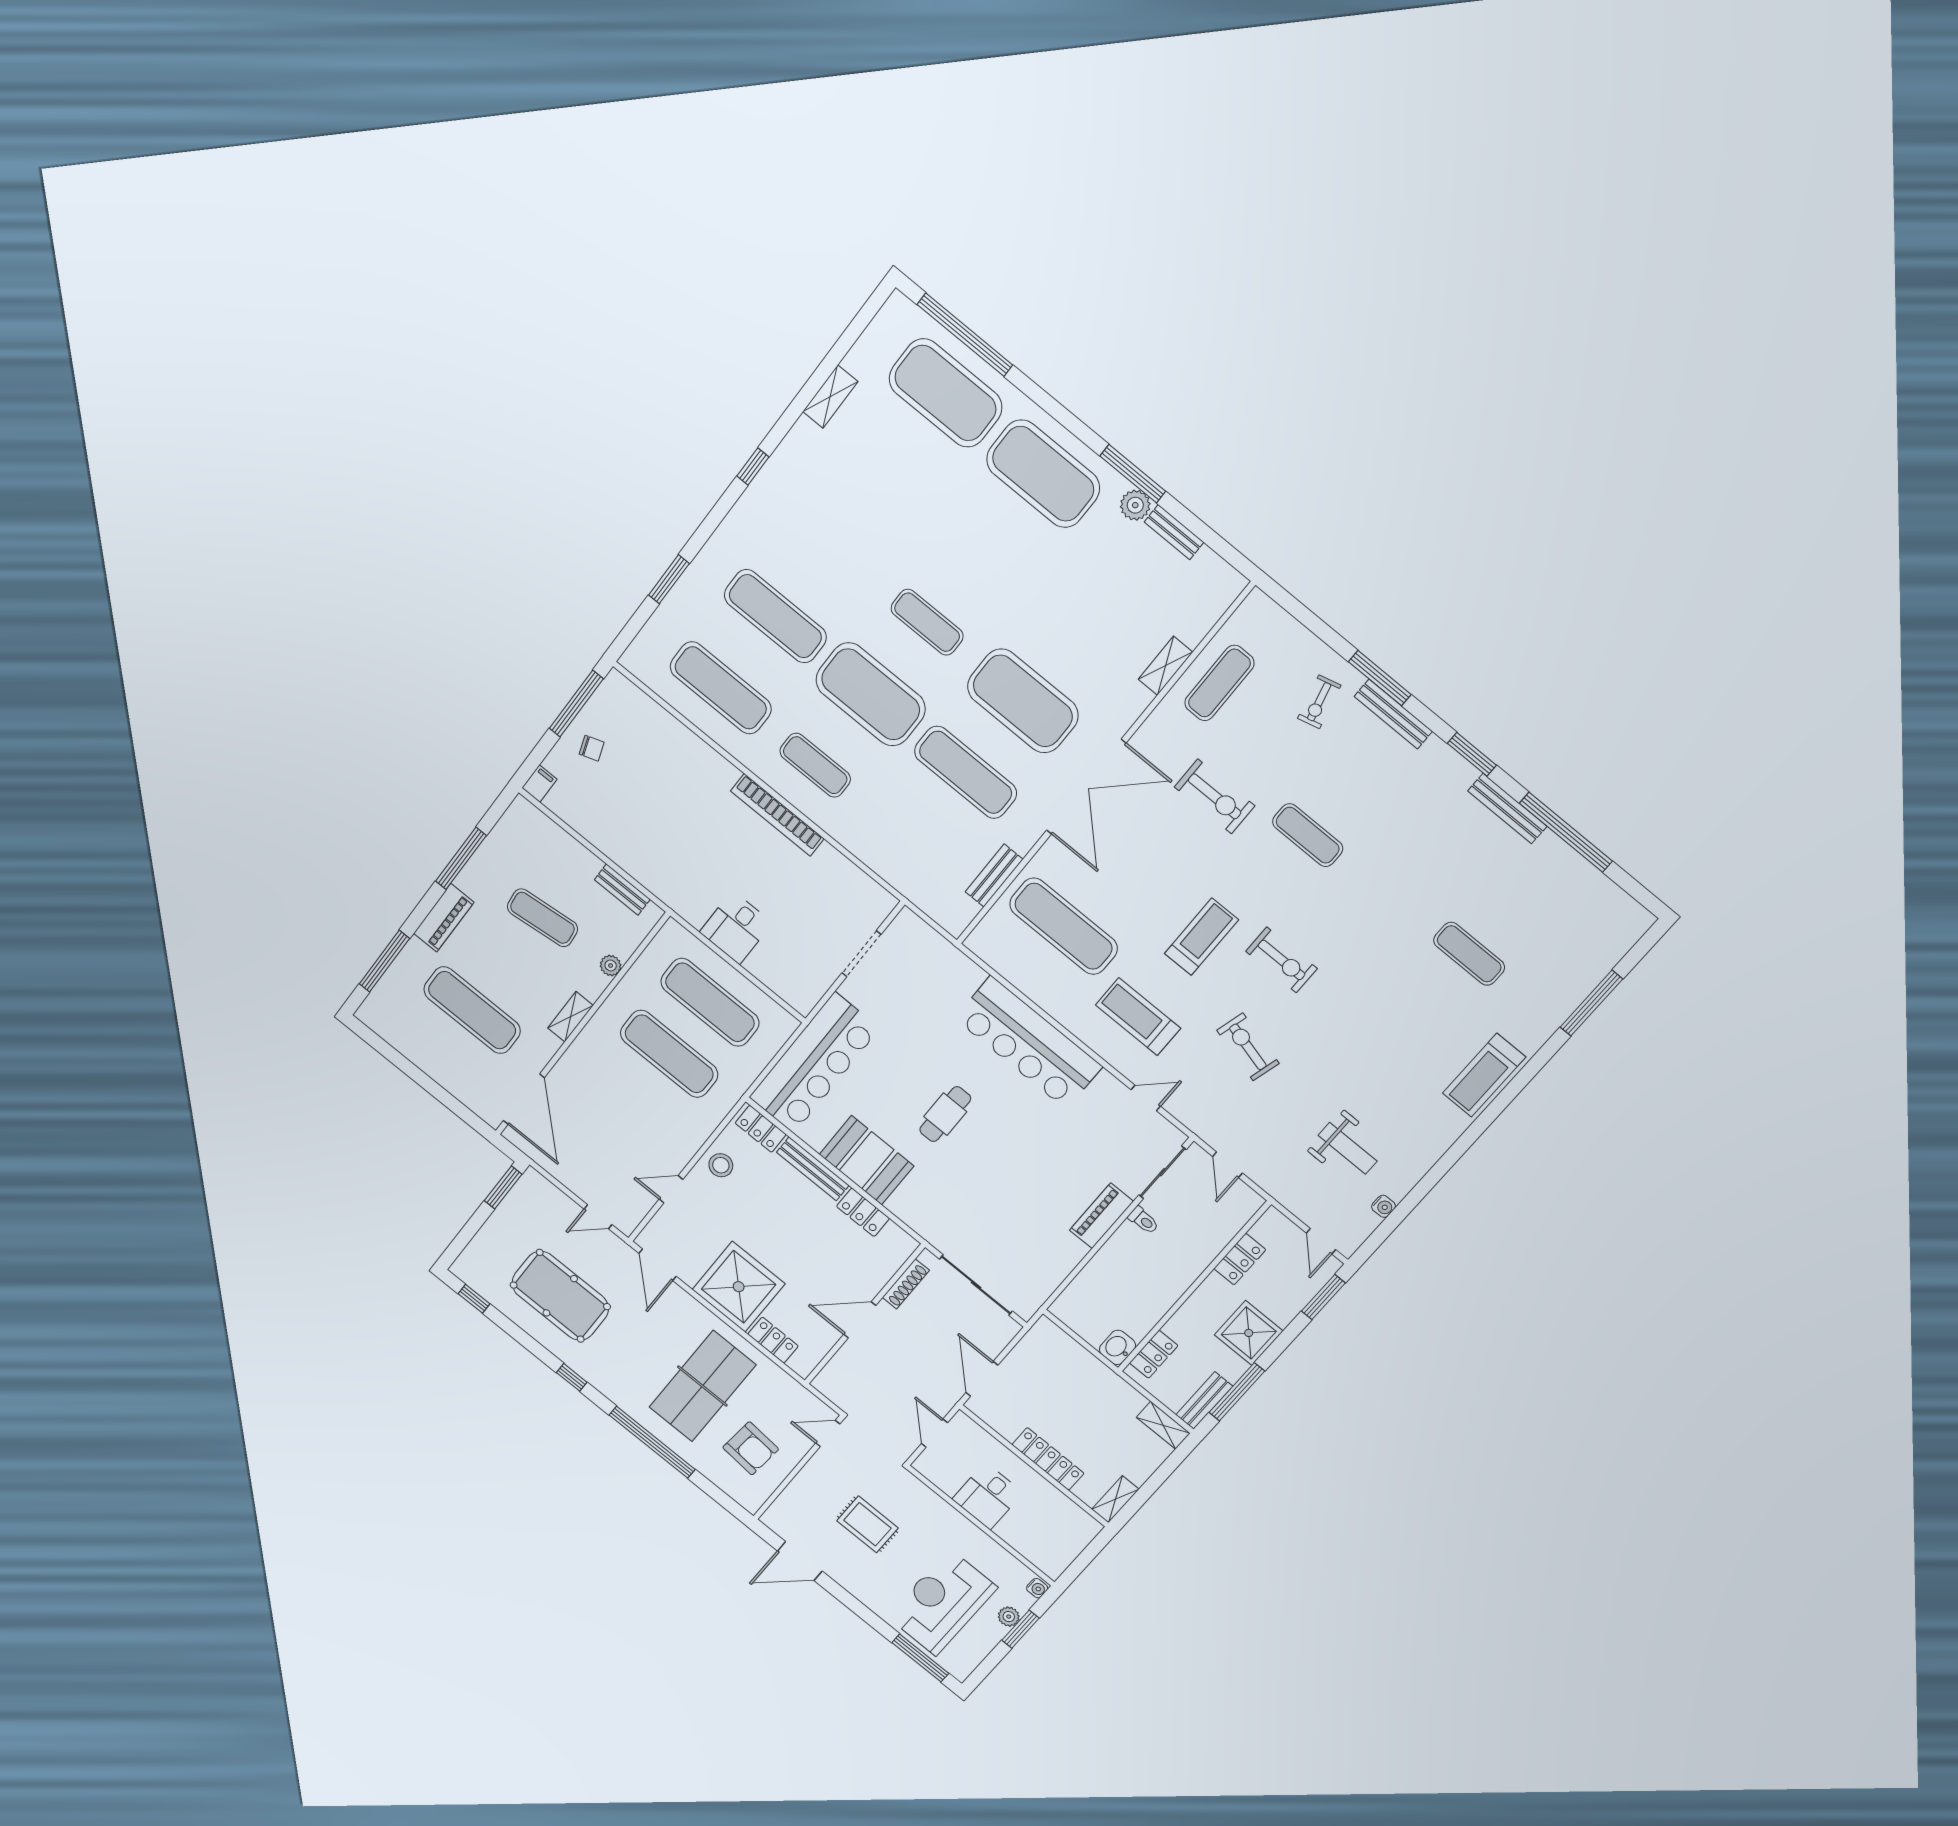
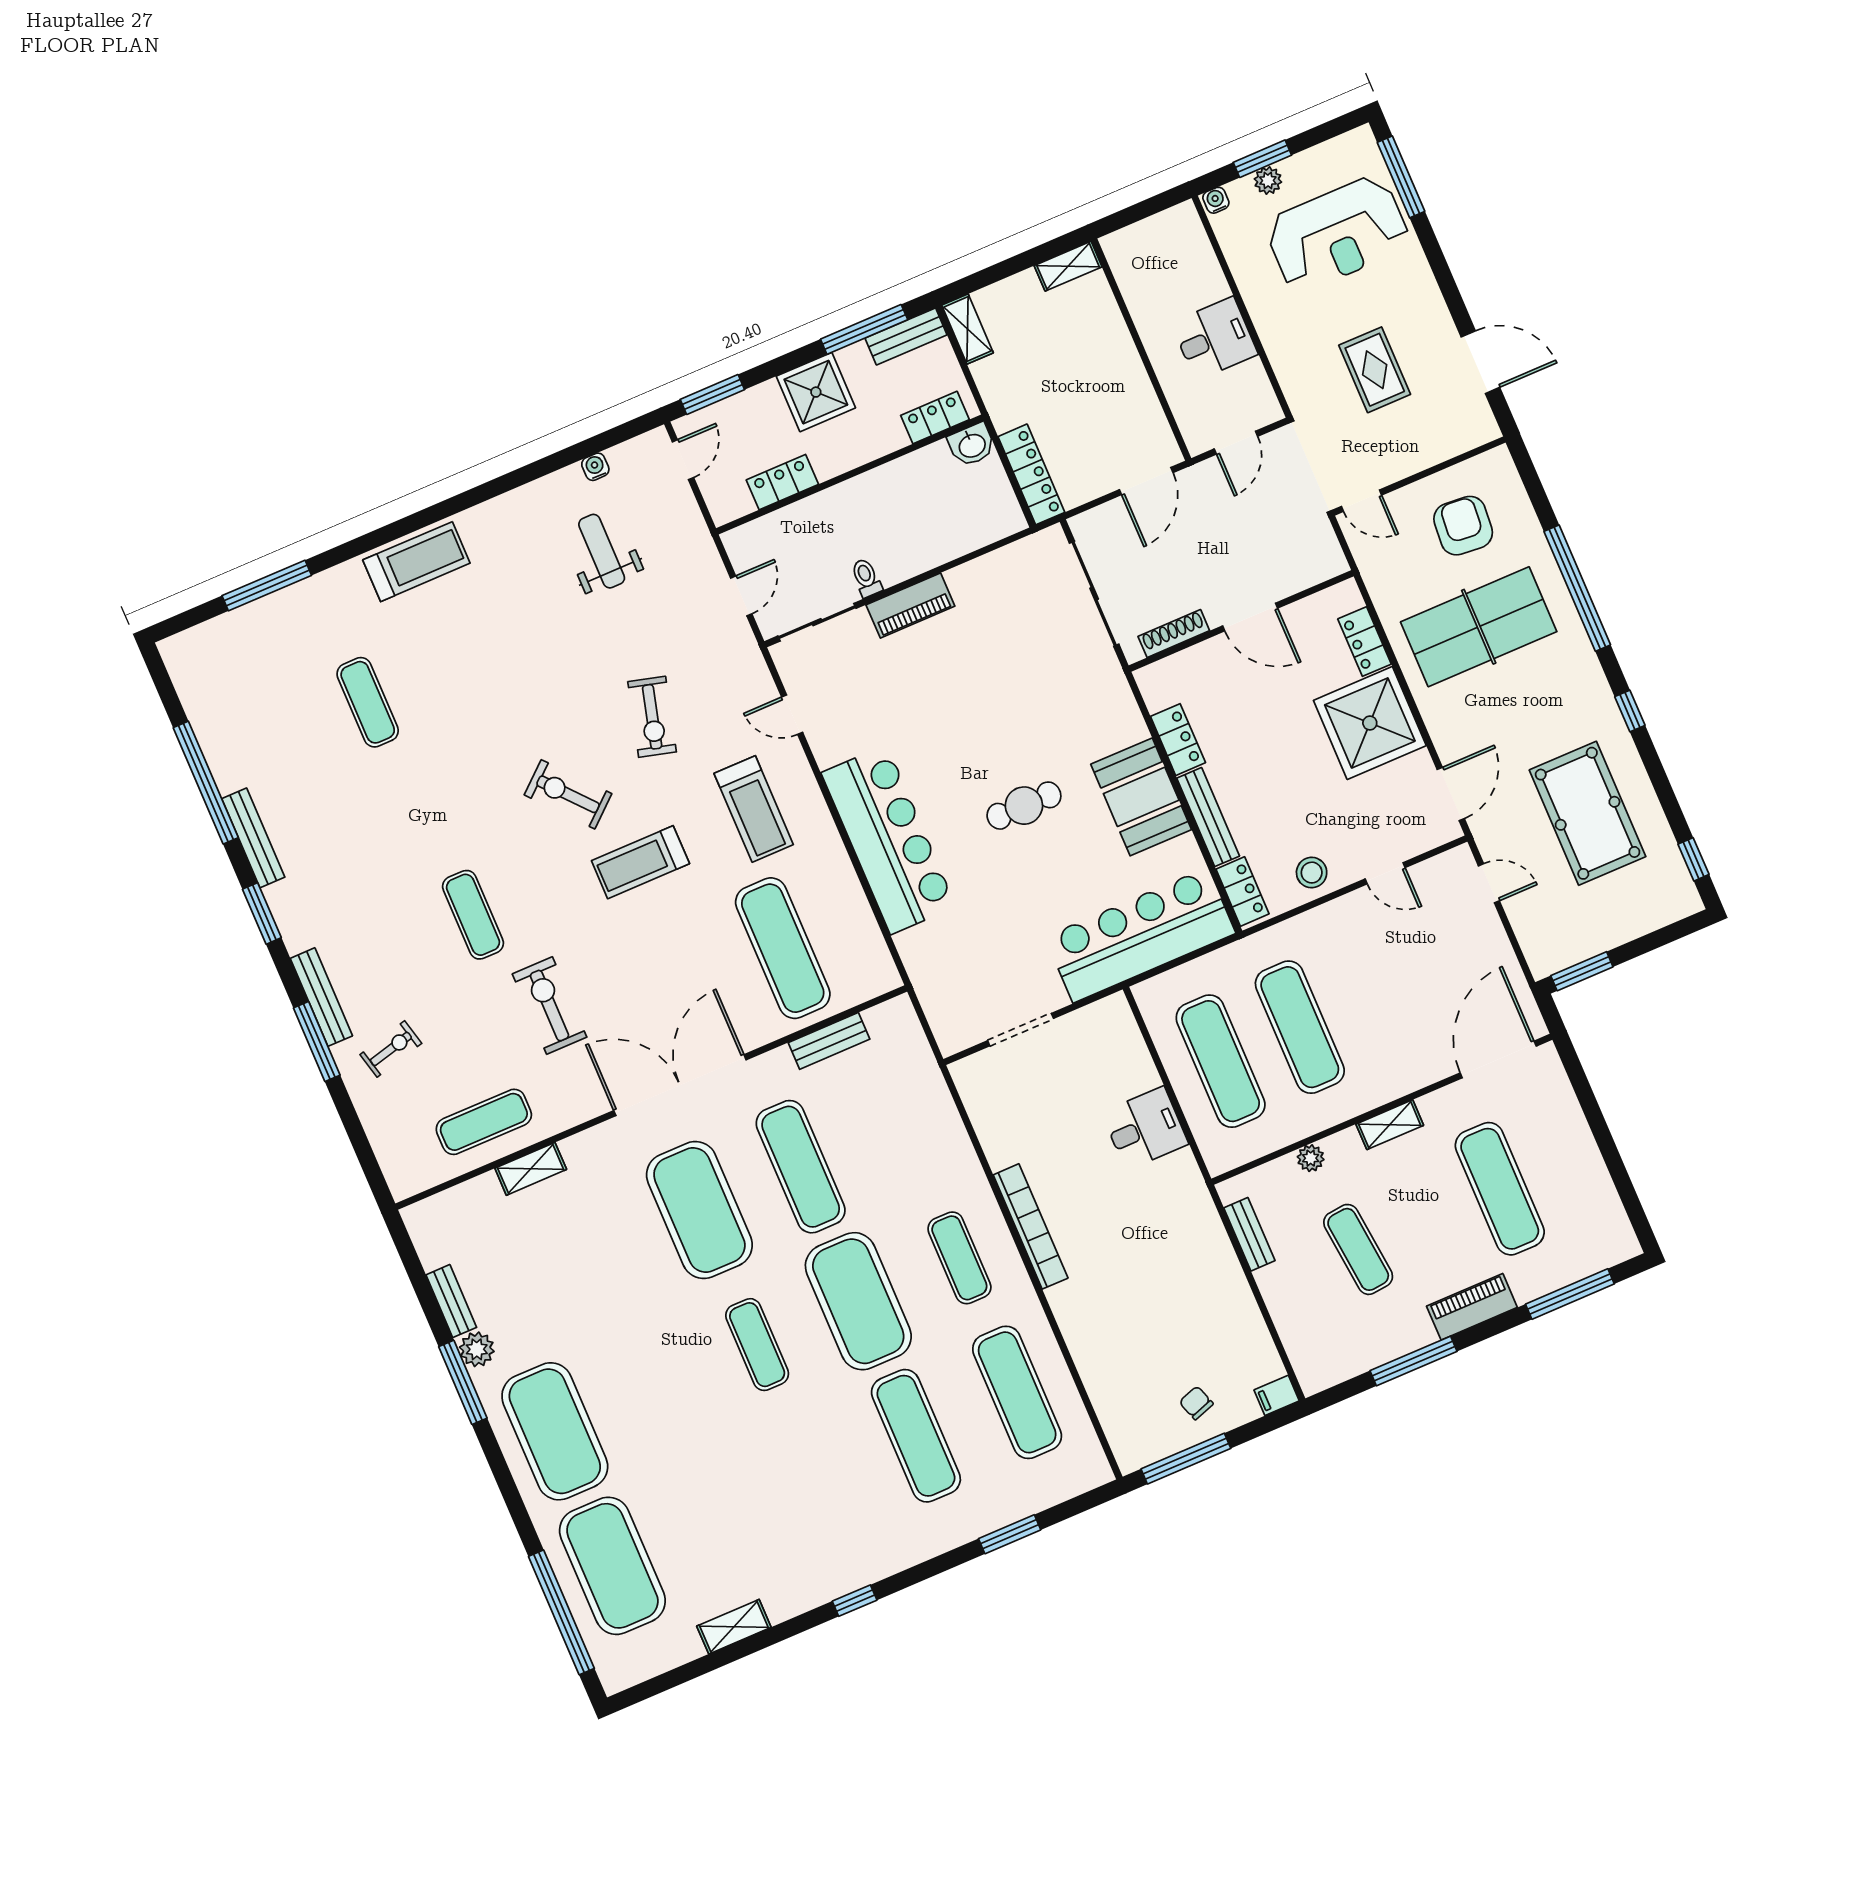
exercise bike: (1282, 960) -> (568, 794), turned -41
locker: (1048, 1459) -> (1031, 474), moved, turned 180

